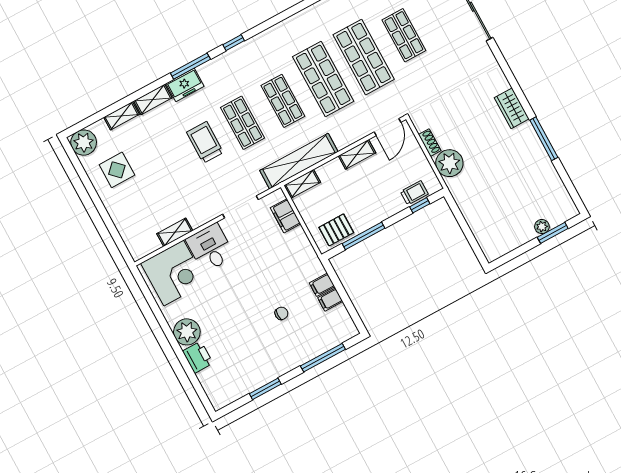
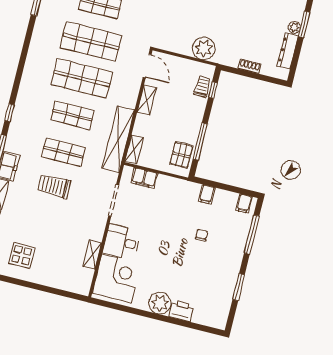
shoe rack: (430, 143) -> (250, 66), moved
dresser: (516, 240) -> (288, 51), added
filing cabinet: (330, 300) -> (244, 203), moved

